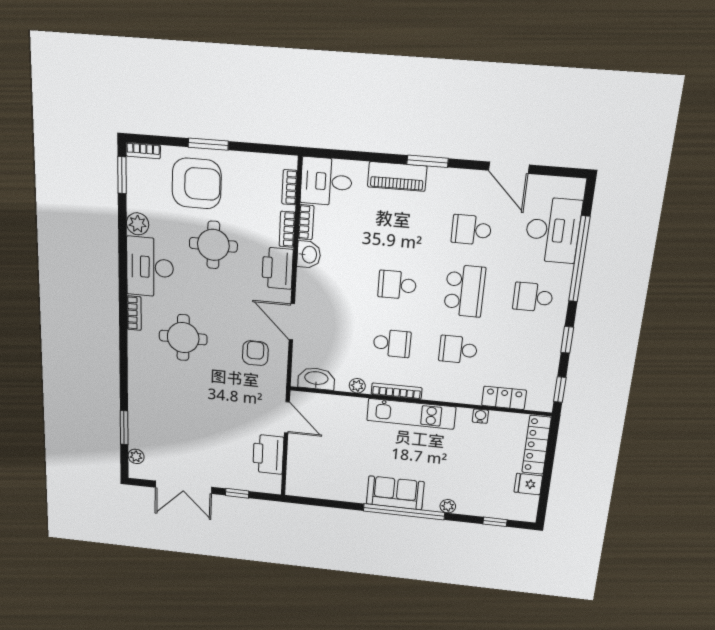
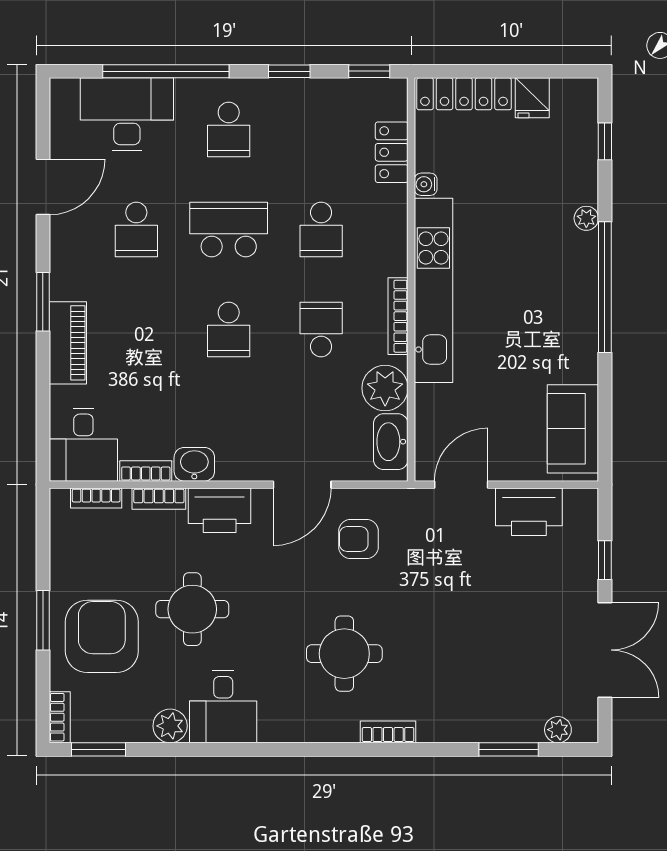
desk: (150, 267) -> (223, 707), width x0.73
bookcase: (134, 313) -> (388, 732), moved
plant: (357, 386) -> (385, 388), width x1.88, depth x1.88
kitchen unit: (411, 414) -> (433, 290), width x1.36
sofa: (395, 493) -> (573, 429), moved

